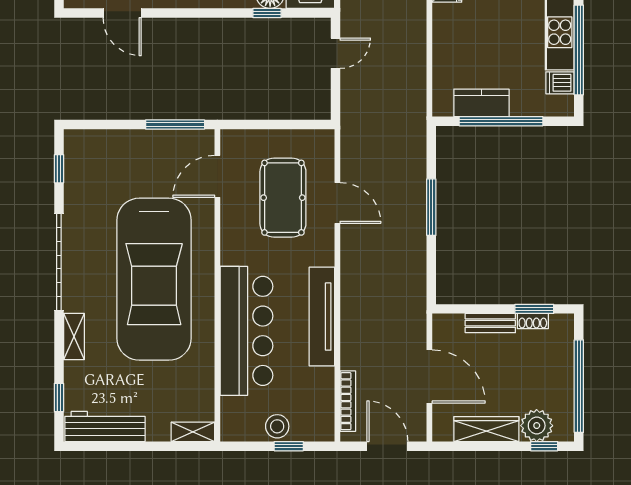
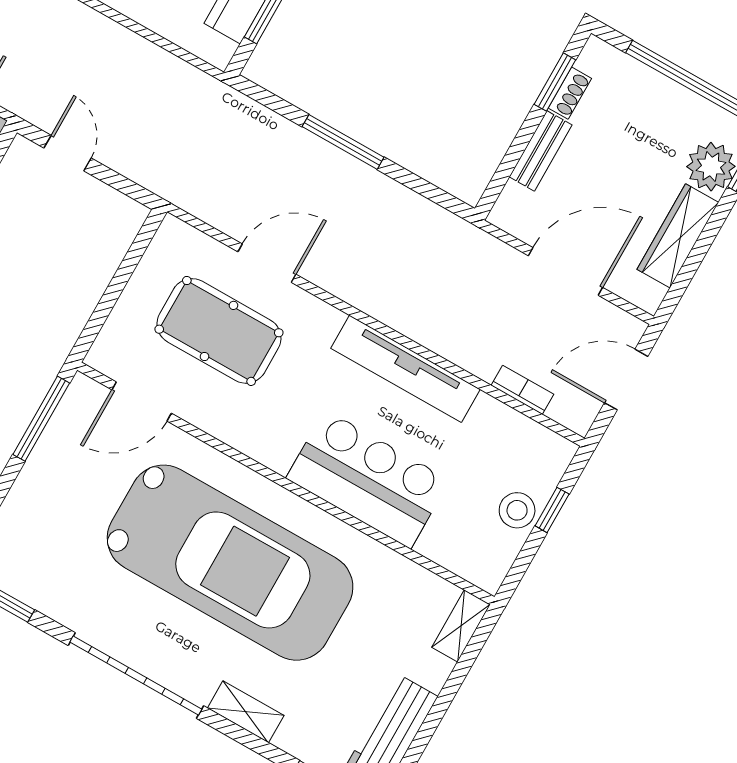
door: (217, 176) -> (142, 402), hinge flipped
bar counter: (247, 331) -> (368, 479), width x0.73
bookcase: (348, 401) -> (522, 390), width x0.64

